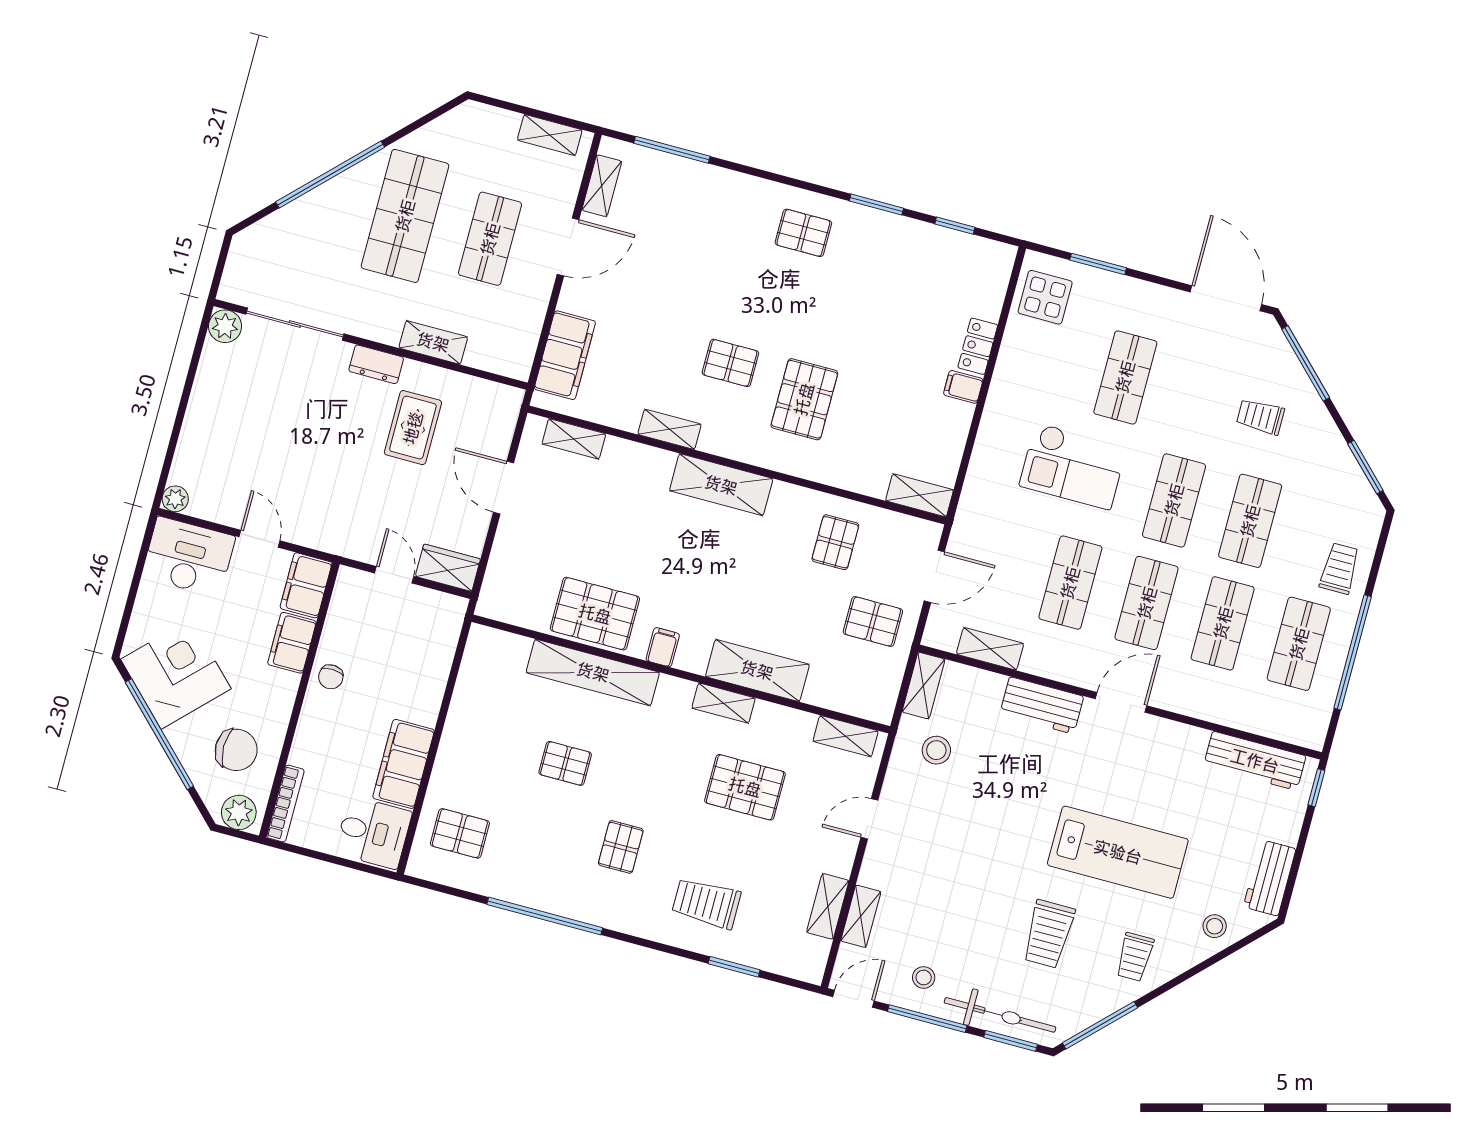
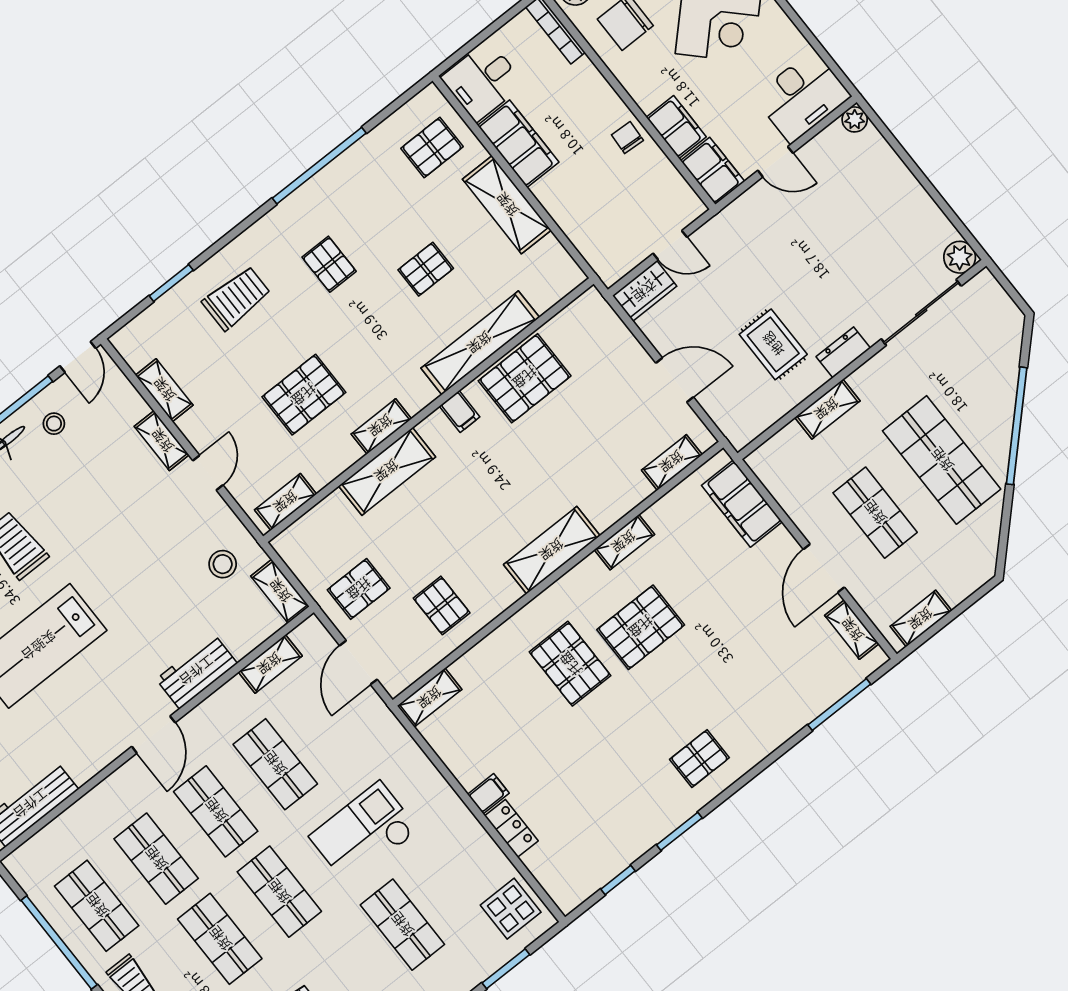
pallet: (730, 363) -> (641, 627), width x1.50, depth x1.42
shelving: (461, 736) -> (507, 205), added
shelving: (861, 916) -> (162, 441), moved

